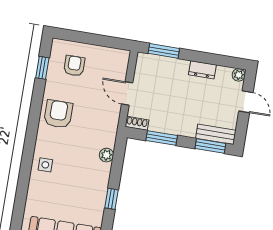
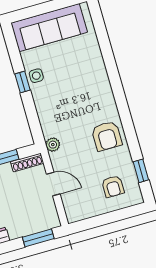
shoe rack: (137, 123) -> (27, 162), width x1.43
plant: (106, 155) -> (53, 145), moved
side table: (45, 165) -> (36, 76), moved

